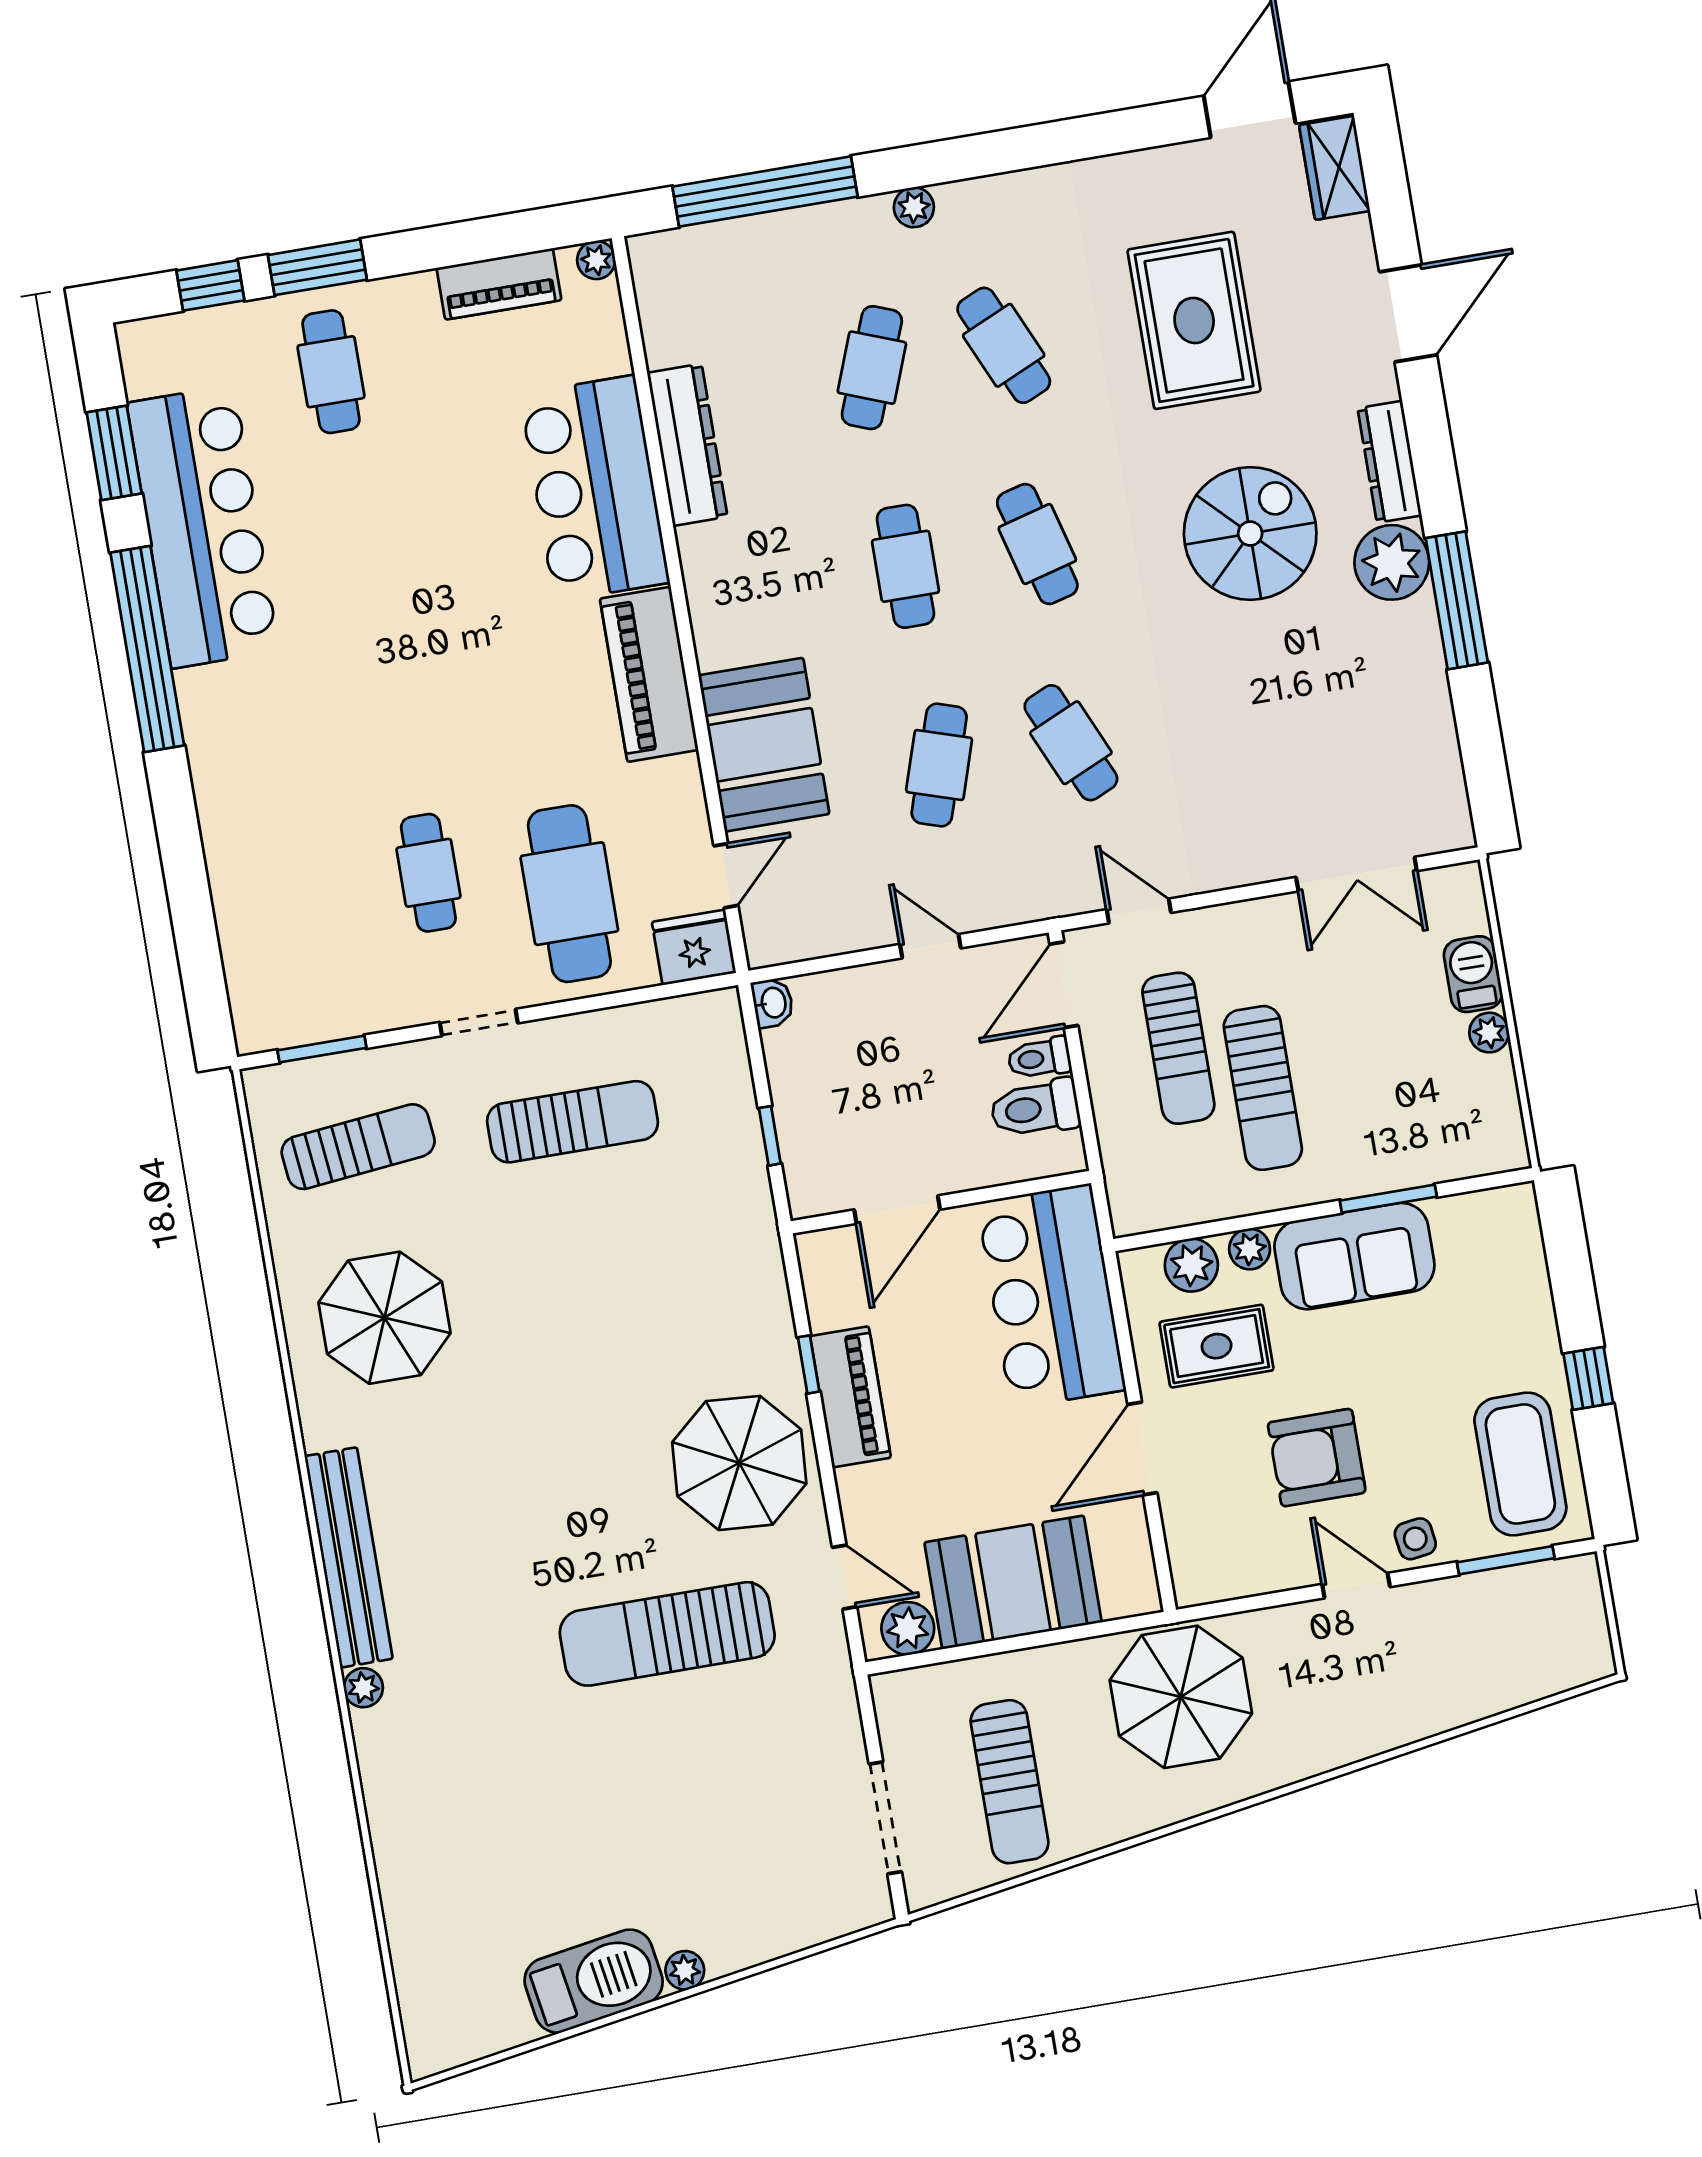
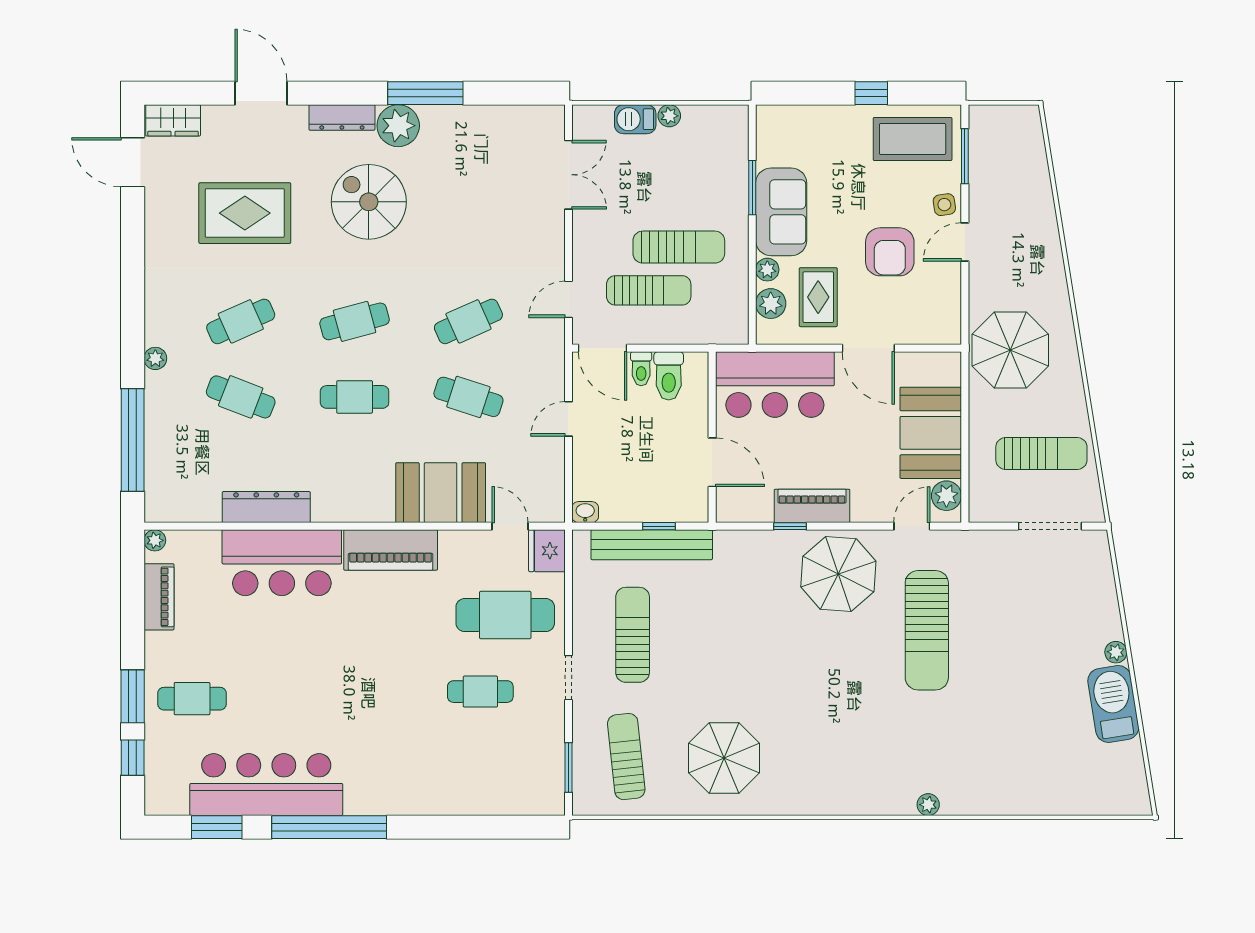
bench: (349, 1557) -> (652, 545), moved

